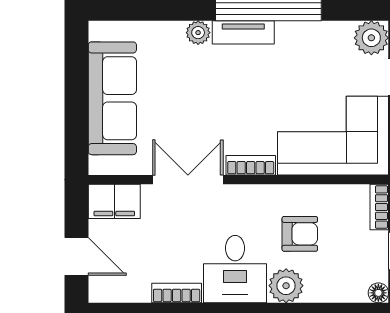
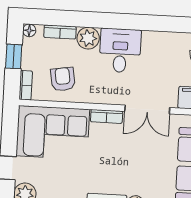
armchair: (300, 234) -> (63, 79), moved, turned 81
bookcase: (177, 293) -> (60, 32), moved

